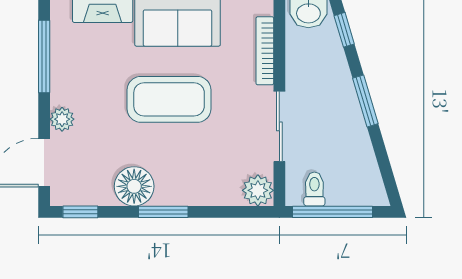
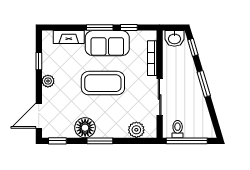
window: (44, 57) -> (39, 61), width x0.46
plant: (62, 119) -> (48, 81), moved
plant: (258, 190) -> (136, 130), moved

